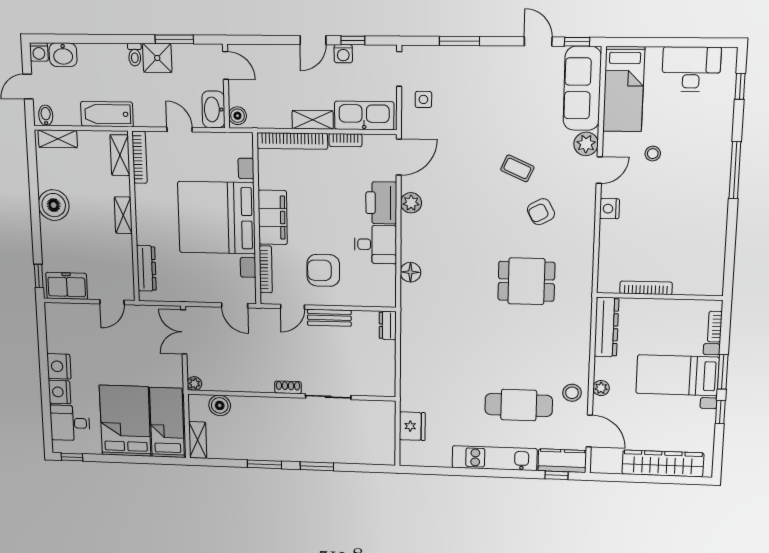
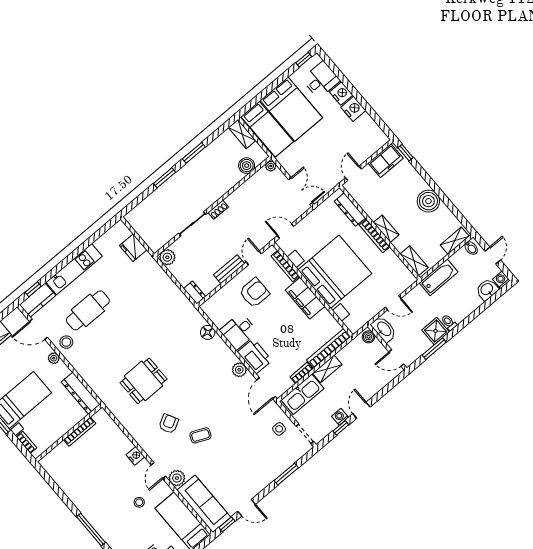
bookcase: (140, 157) -> (375, 236), moved
plant: (385, 386) -> (167, 257), added

